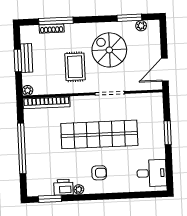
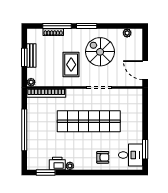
window: (129, 18) -> (87, 26), moved
door: (165, 70) -> (145, 70), hinge flipped
window: (168, 133) -> (145, 149), moved
armchair: (99, 173) -> (103, 157), moved

